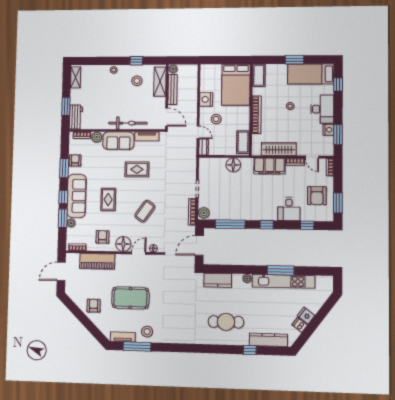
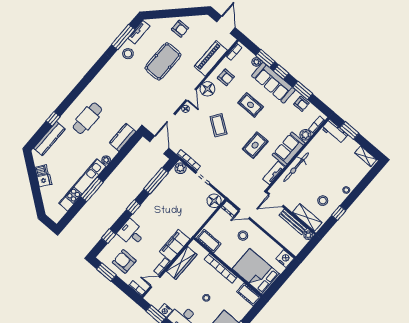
nightstand: (206, 99) -> (285, 259), moved
floor lamp: (233, 165) -> (214, 201), moved

